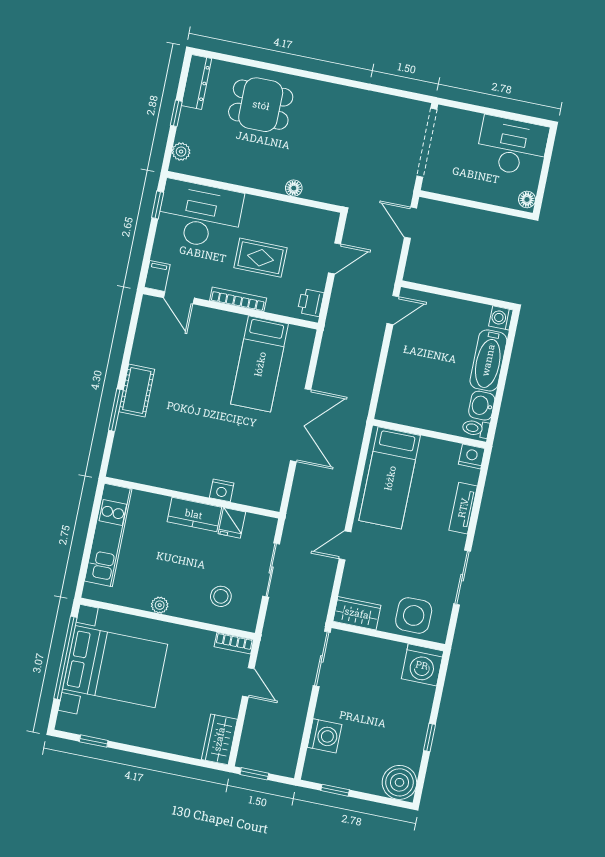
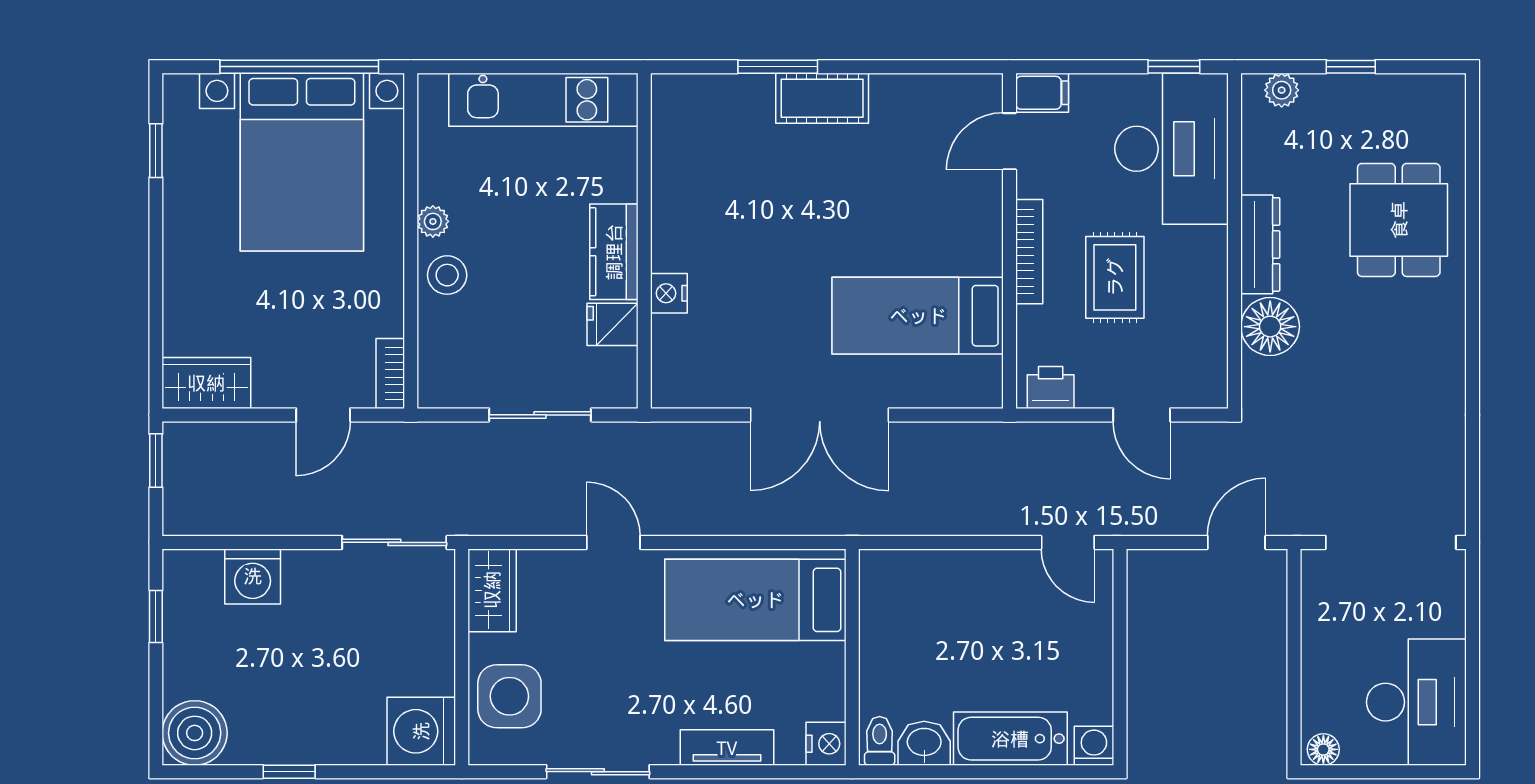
dresser: (196, 82) -> (1260, 244), moved, turned -90
floor lamp: (294, 188) -> (1270, 327), width x1.89, depth x1.89
stool: (221, 596) -> (447, 275), moved

